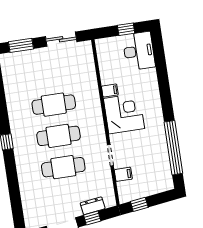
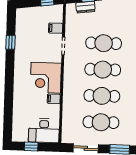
desk: (139, 51) -> (44, 131), moved, turned -90
cafe table: (49, 73) -> (101, 122), added
window: (173, 148) -> (11, 42), width x0.32

